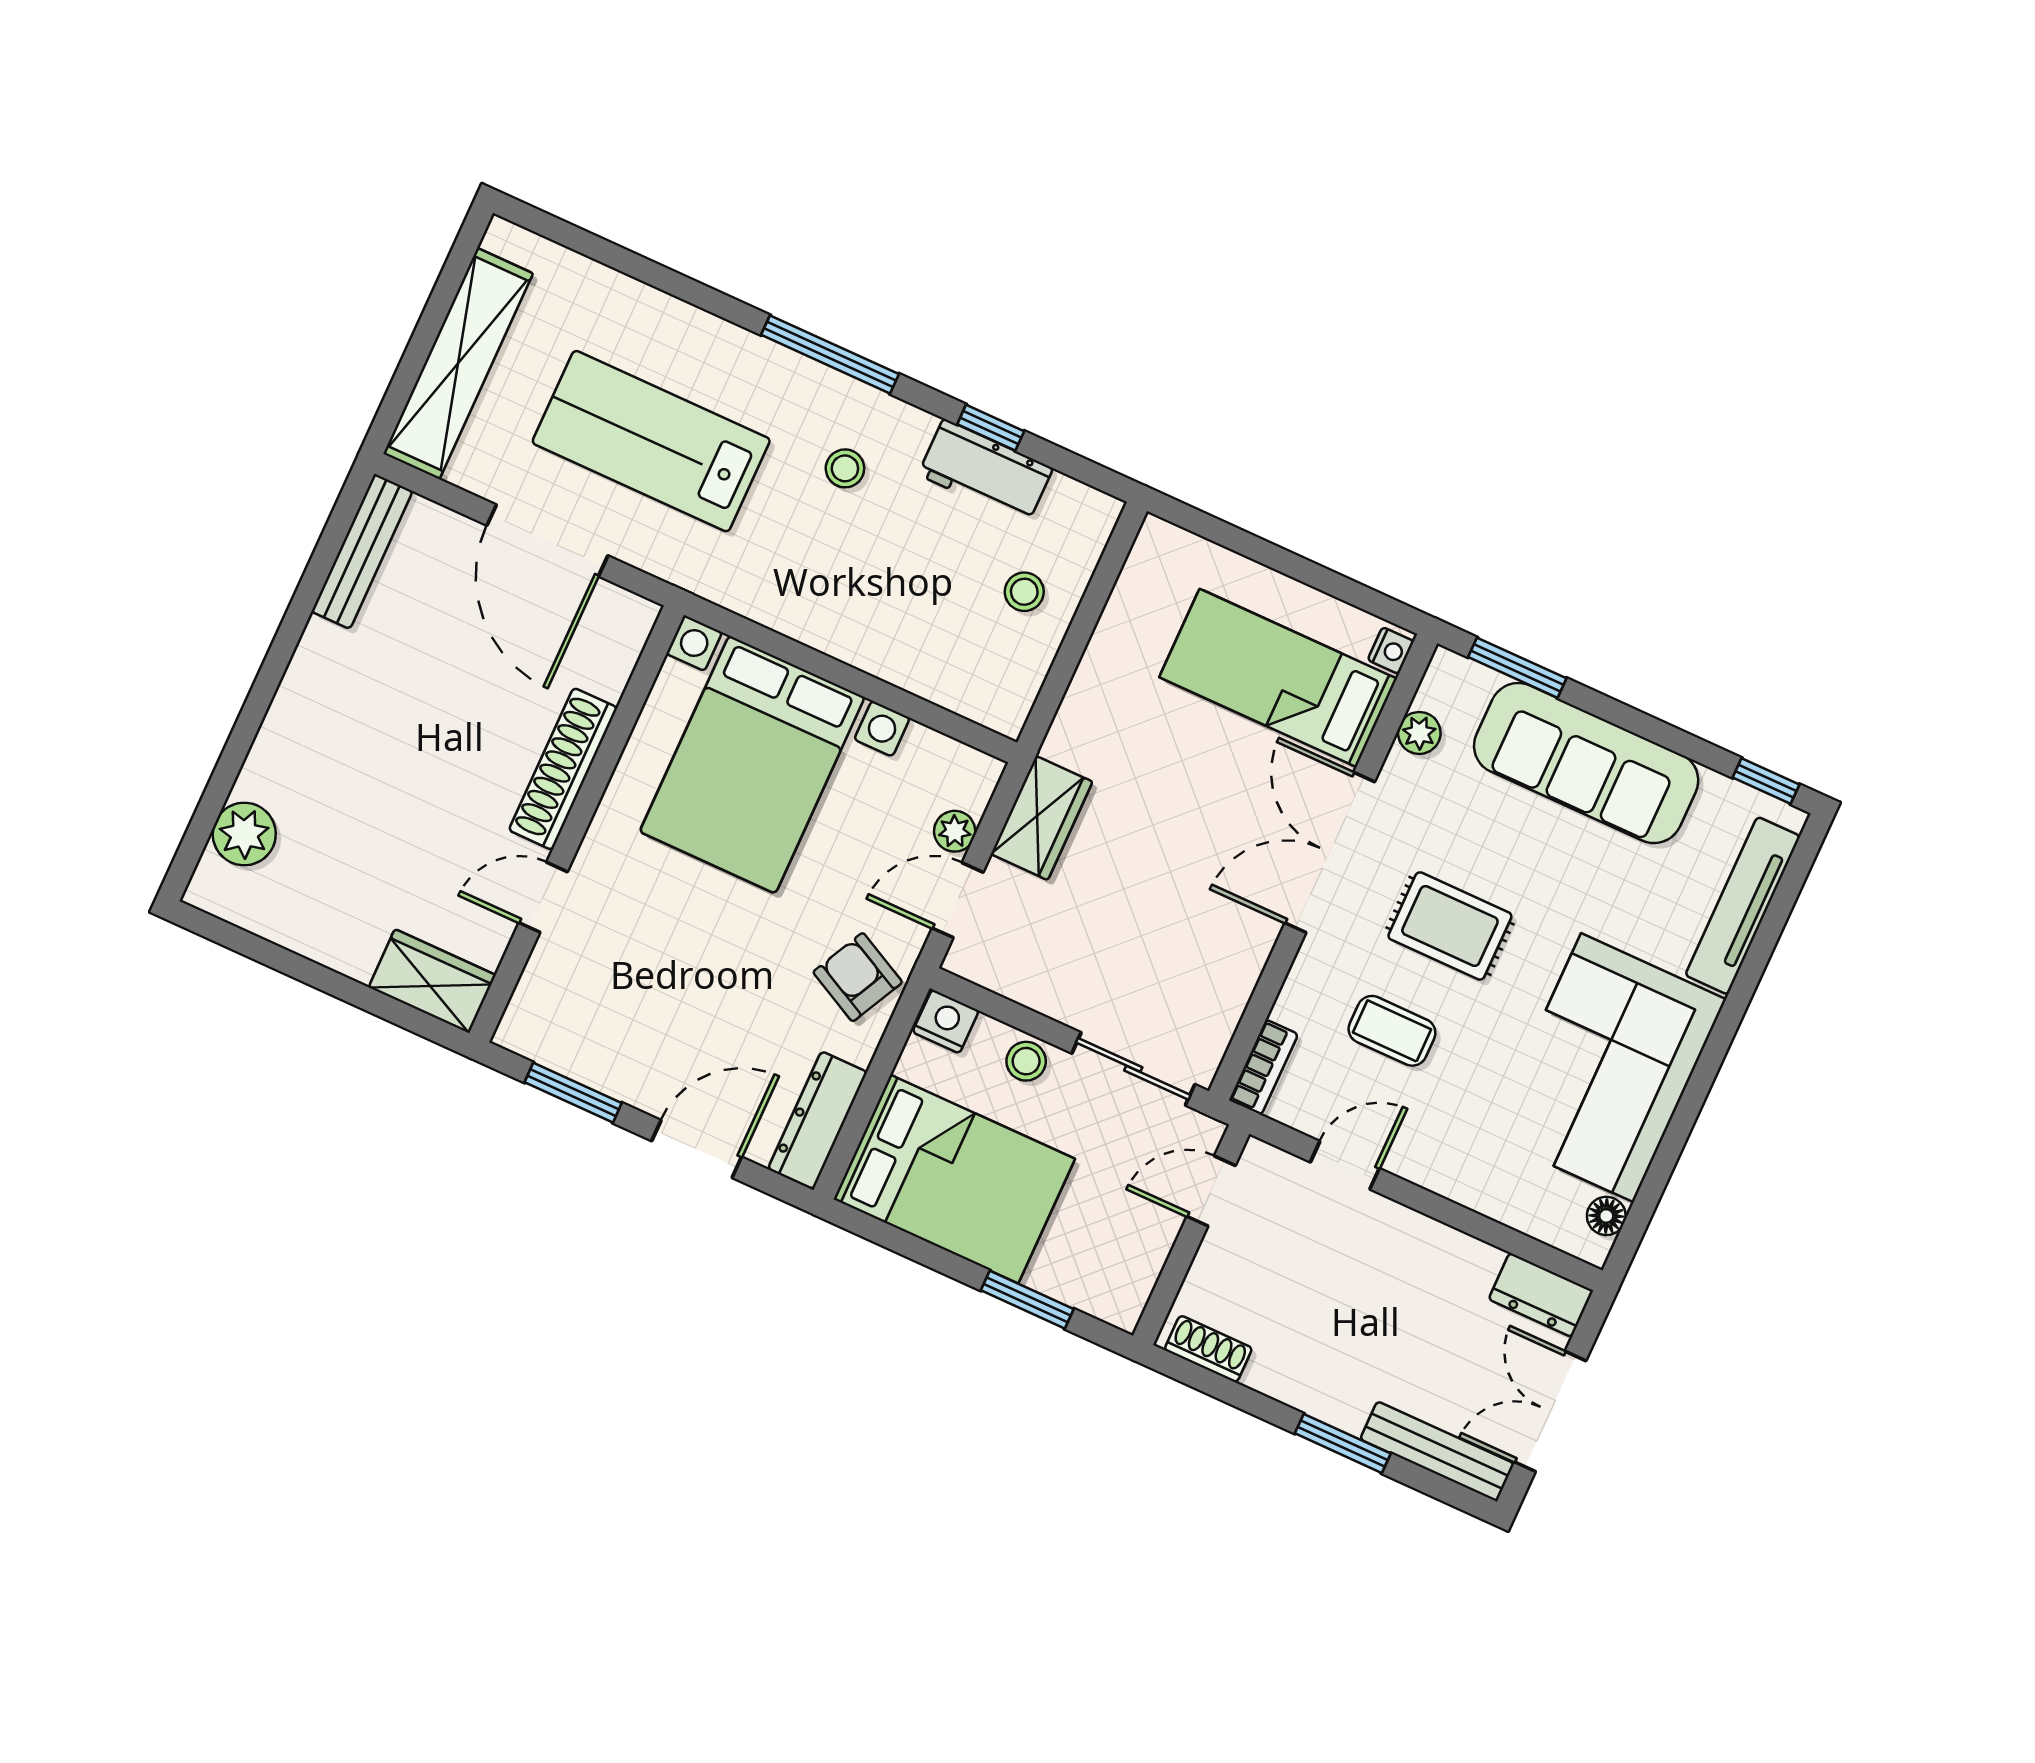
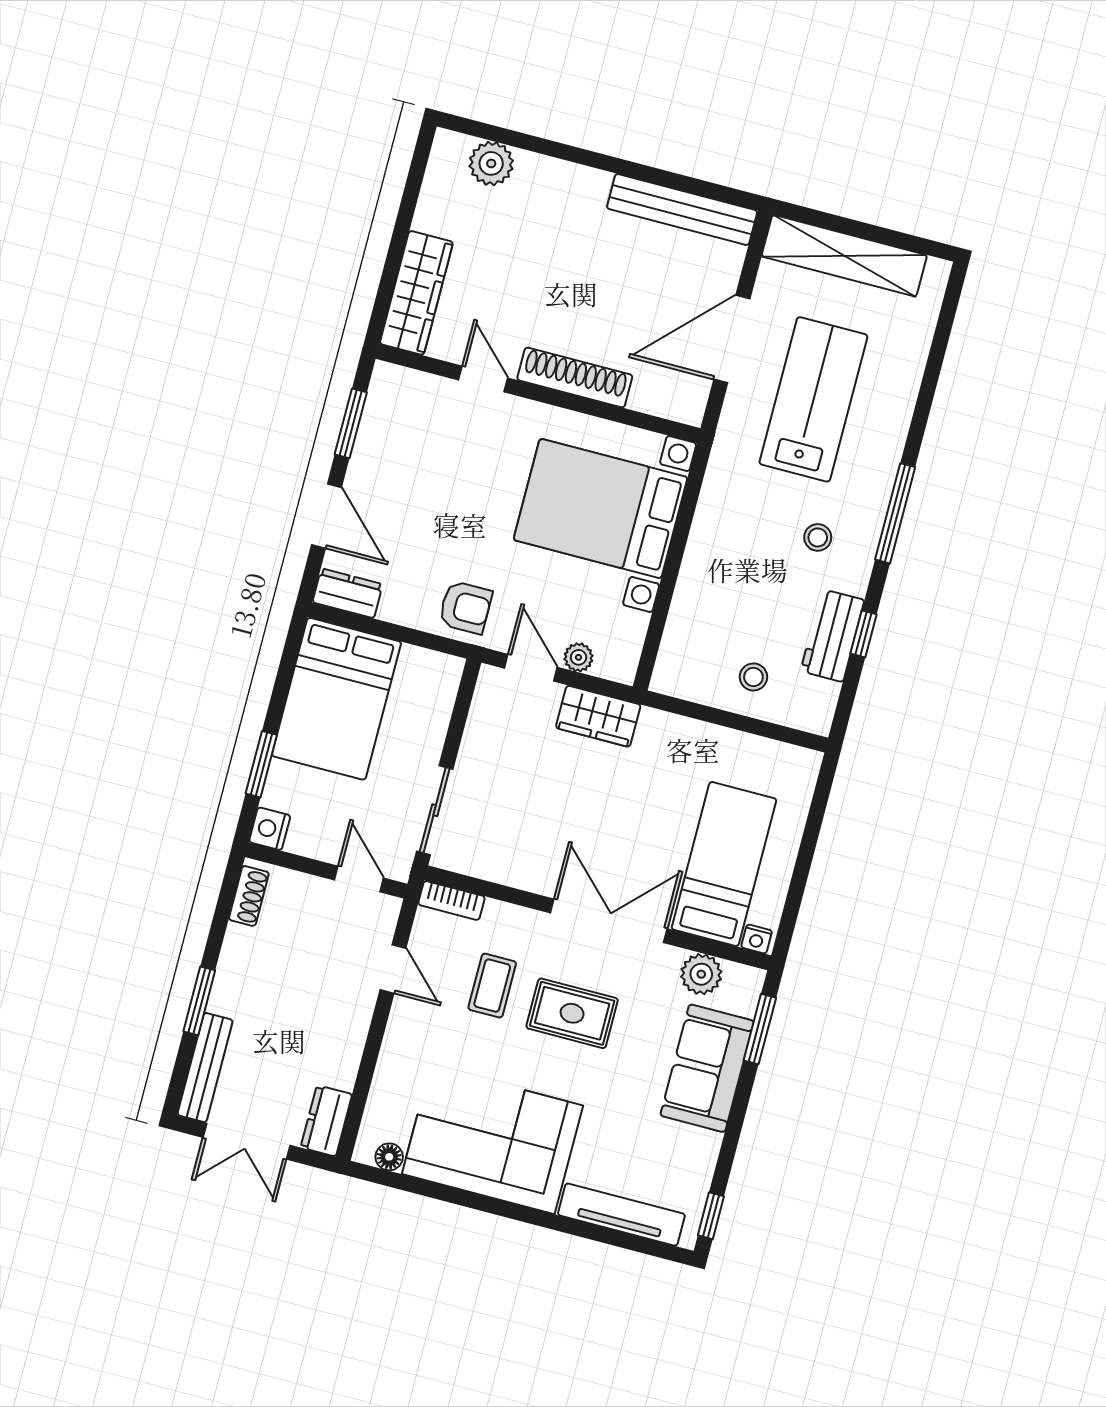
bench: (362, 551) -> (682, 210), width x1.37, depth x1.21
plant: (1419, 733) -> (701, 974), width x1.38, depth x1.38
sofa: (1586, 763) -> (707, 1068), width x0.73
rug: (1450, 926) -> (572, 1013), turned 90
armchair: (858, 977) -> (465, 607), turned 63
wardrobe: (432, 981) -> (416, 293), width x1.50
nightstand: (946, 1021) -> (270, 829), moved, turned 180
stool: (1026, 1061) -> (427, 735), removed
dresser: (818, 1120) -> (348, 593), width x0.70
double door: (1550, 1411) -> (246, 1141), swing flipped

